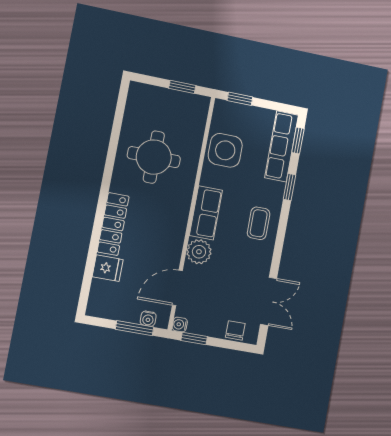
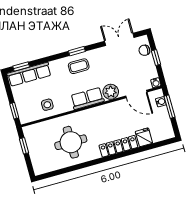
side table: (225, 150) -> (47, 105), width x0.54, depth x0.54
window: (289, 187) -> (77, 51), moved
window: (194, 338) -> (156, 58), moved

